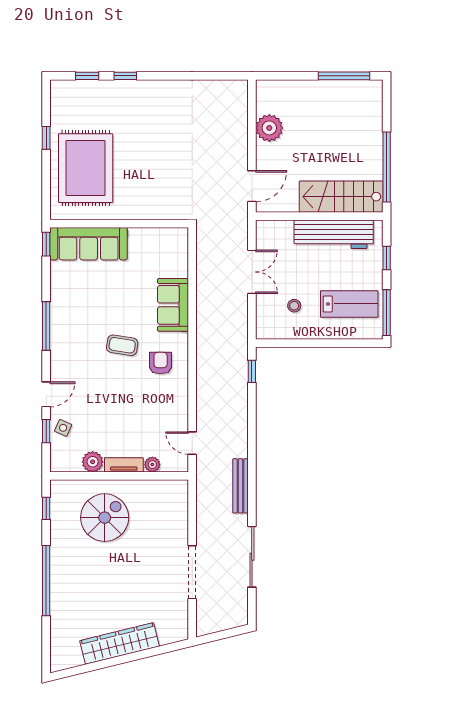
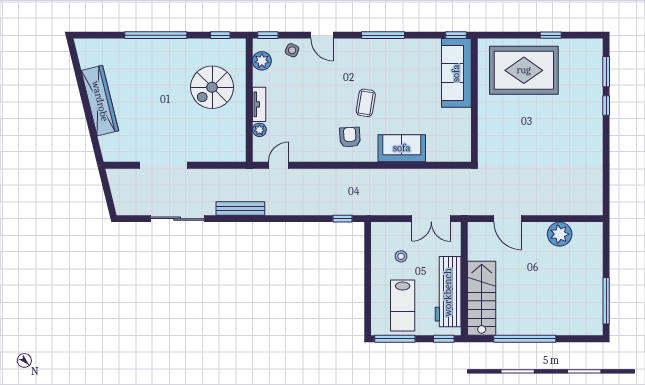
window: (87, 76) -> (606, 72), width x1.50
stairs: (341, 197) -> (482, 298), moved
wall: (319, 216) -> (464, 279), moved
workbench: (334, 234) -> (448, 292), moved
armchair: (161, 363) -> (350, 137), turned -93
window: (46, 431) -> (268, 35), moved
plant: (93, 462) -> (262, 61), moved
spiral stairs: (105, 518) -> (212, 87), turned 90

